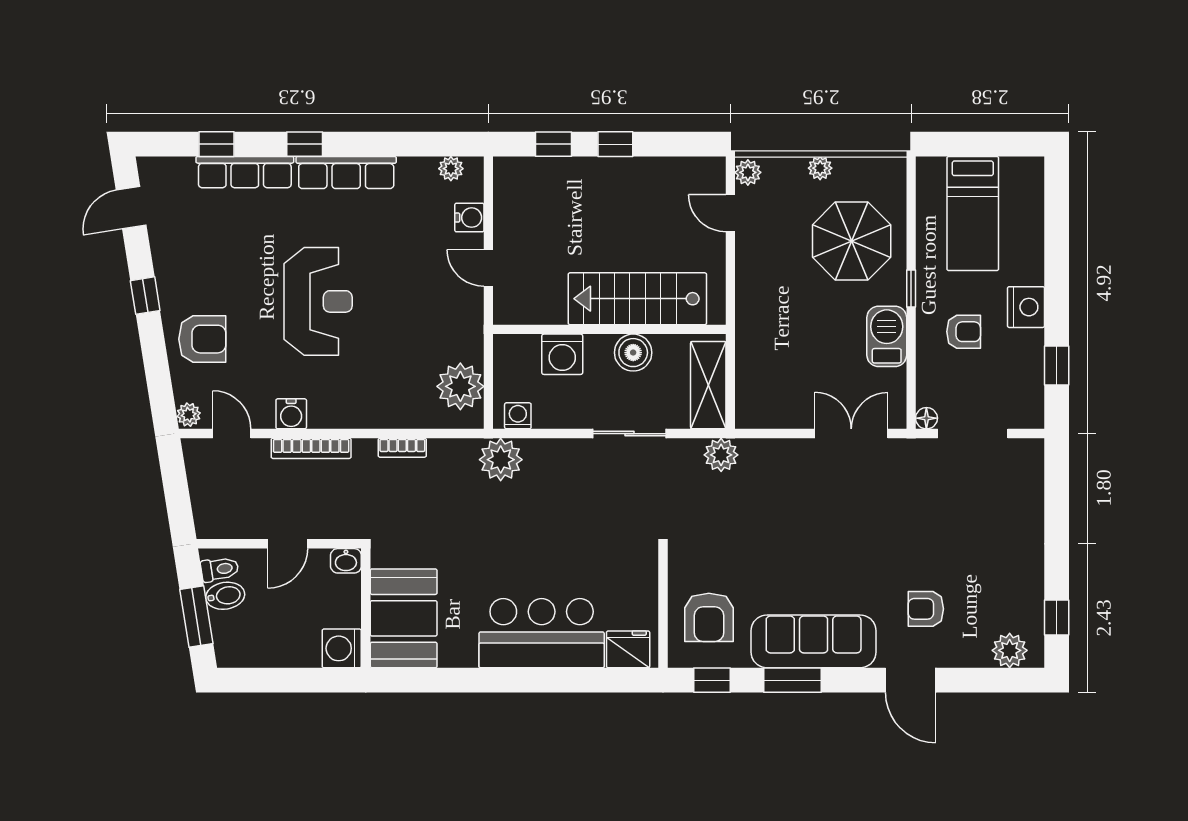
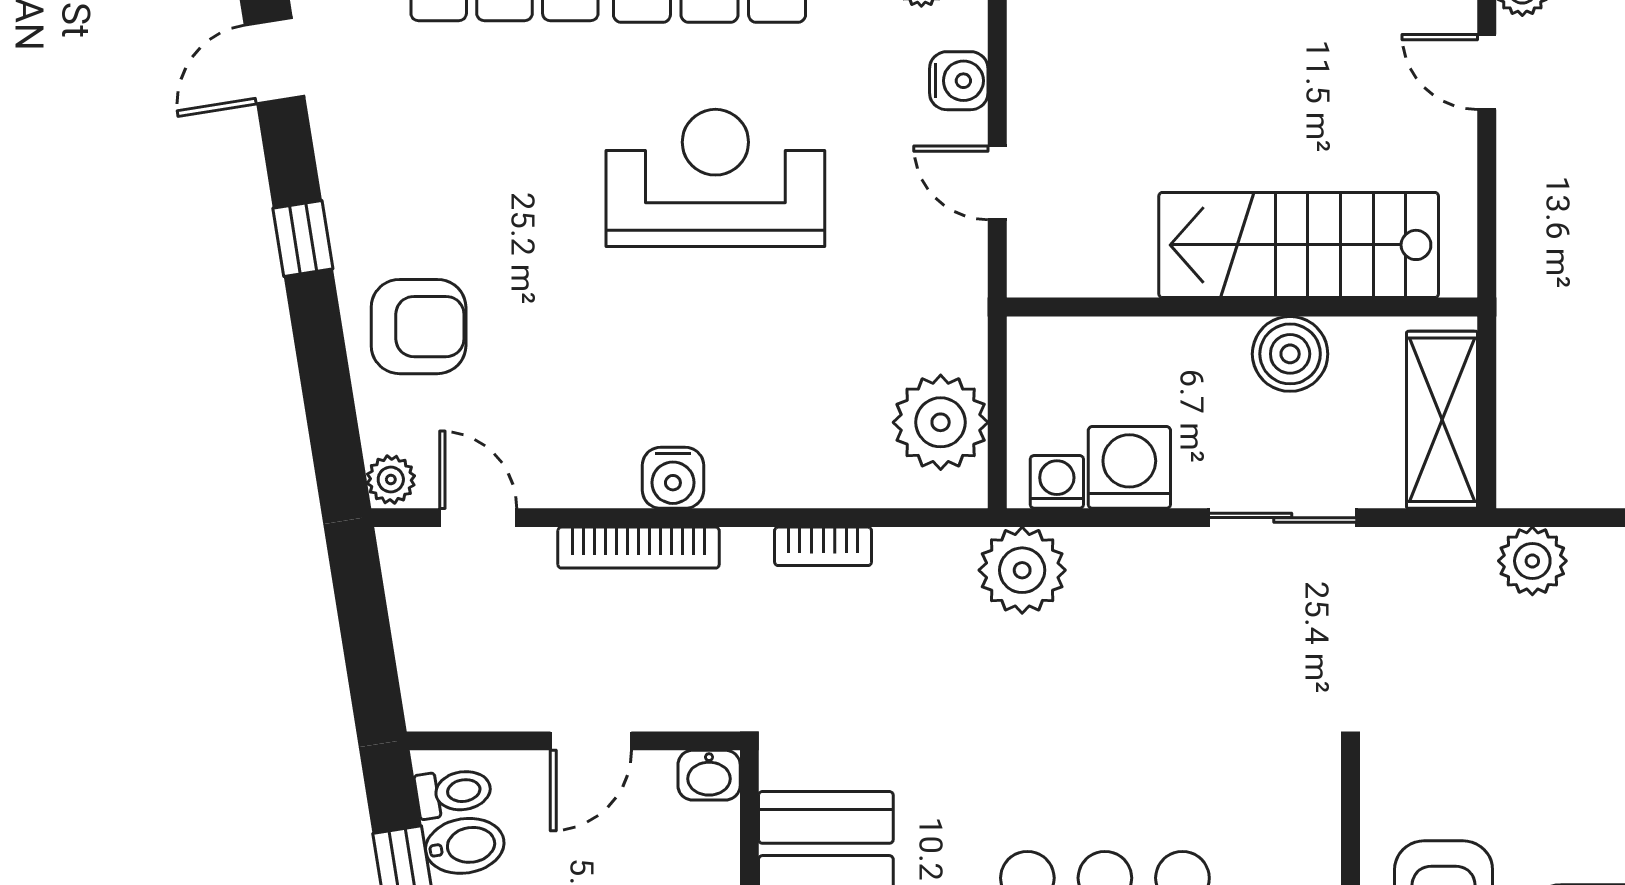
reception desk: (318, 301) -> (715, 178), moved, turned -90
washing machine: (562, 354) -> (1129, 467), moved, turned 180
water cooler: (291, 414) -> (673, 478), moved
plant: (721, 455) -> (1532, 561), moved

